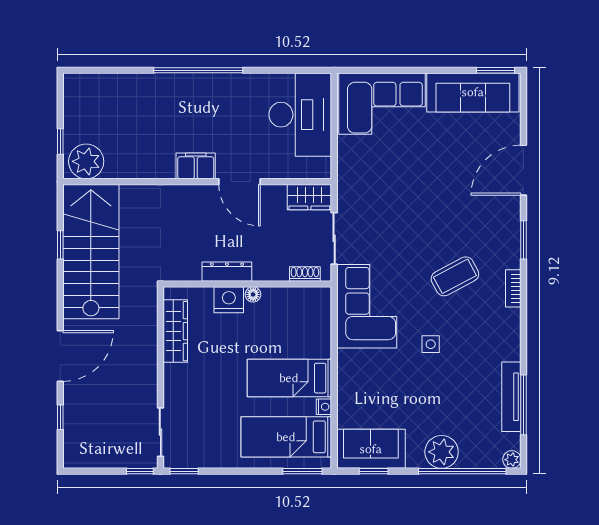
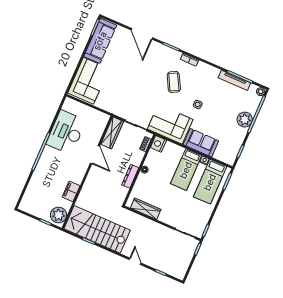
desk: (300, 115) -> (66, 132), moved, turned -90
filing cabinet: (196, 166) -> (71, 191), moved
door: (239, 182) -> (95, 155), hinge flipped
wardrobe: (309, 197) -> (112, 133), width x1.50
nightstand: (229, 300) -> (158, 144), moved
door: (60, 356) -> (135, 261), width x0.53
sofa: (371, 449) -> (201, 143), moved, turned 90

